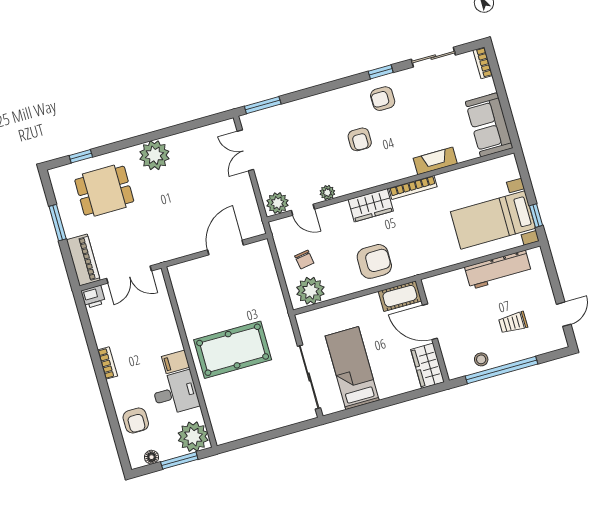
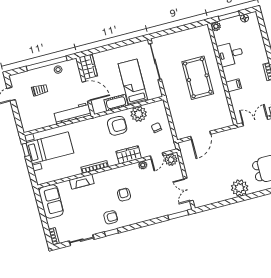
double door: (245, 150) -> (188, 190), swing flipped
wardrobe: (371, 205) -> (129, 155), moved
door: (303, 210) -> (157, 156), swing flipped
armchair: (374, 261) -> (117, 126), turned 180
workbench: (498, 270) -> (73, 113), moved
plant: (310, 291) -> (139, 114), moved
cot: (400, 296) -> (116, 103), moved
pool table: (233, 350) -> (198, 78), turned 90
filing cabinet: (176, 362) -> (234, 85), moved
bed: (352, 368) -> (133, 82), moved, turned 180
armchair: (136, 421) -> (253, 39), removed
plant: (193, 437) -> (216, 26), width x0.53, depth x0.53

